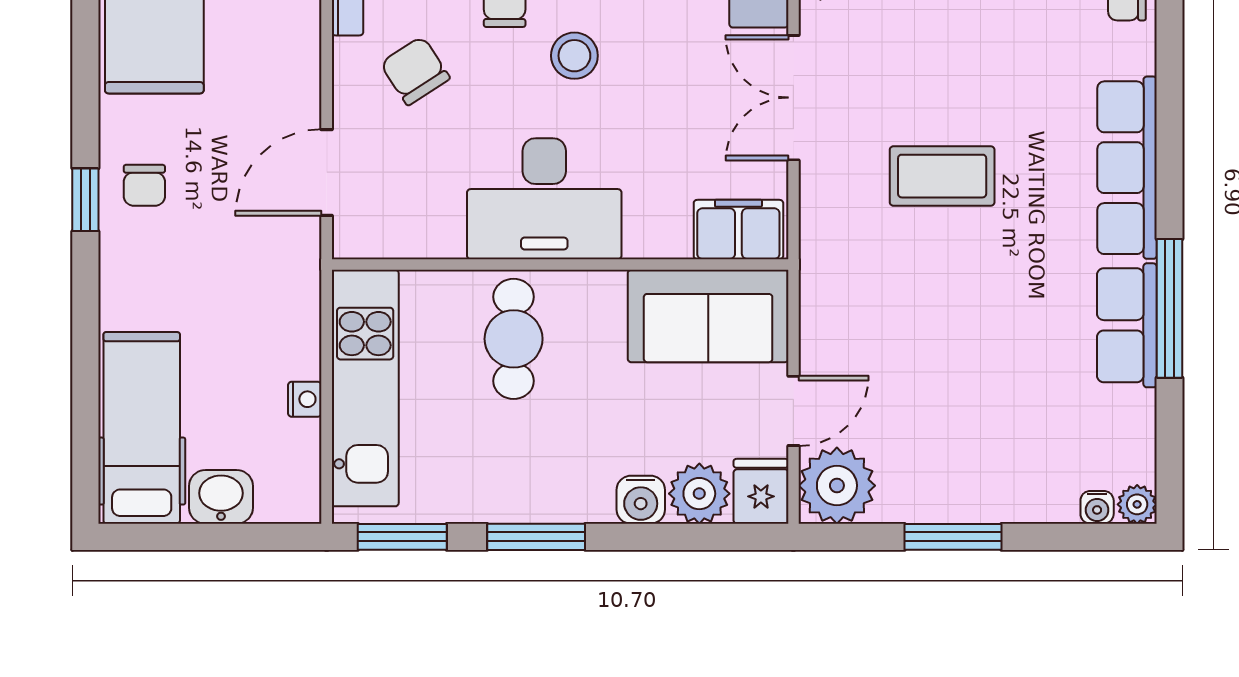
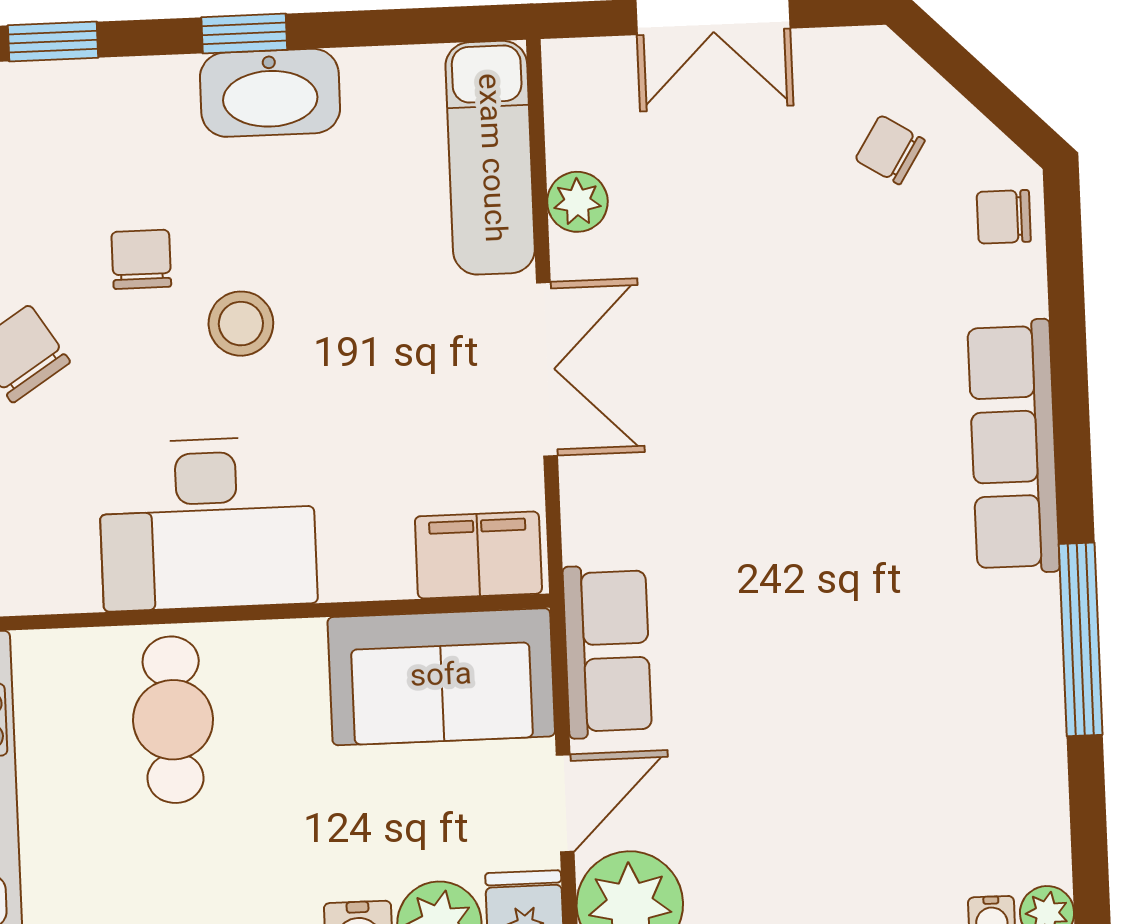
double door: (793, 98) -> (547, 369), swing flipped
coffee table: (942, 176) -> (758, 469), removed
row of seats: (1127, 325) -> (607, 651), moved, turned 180

